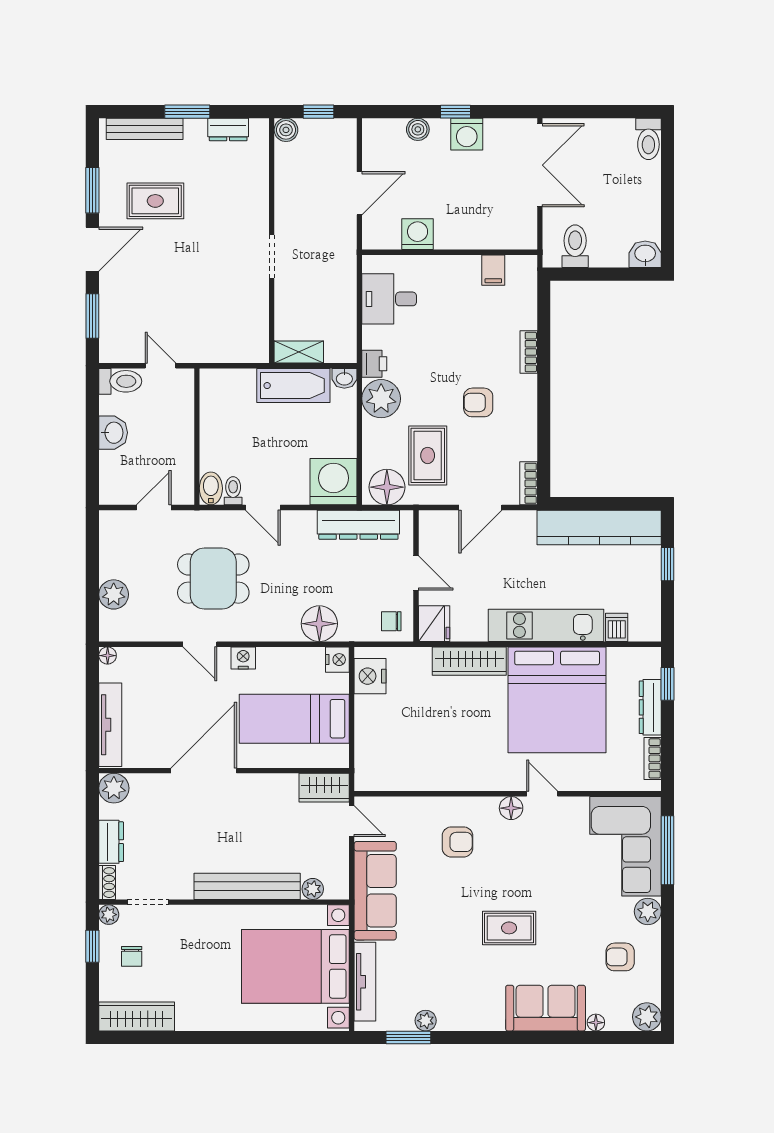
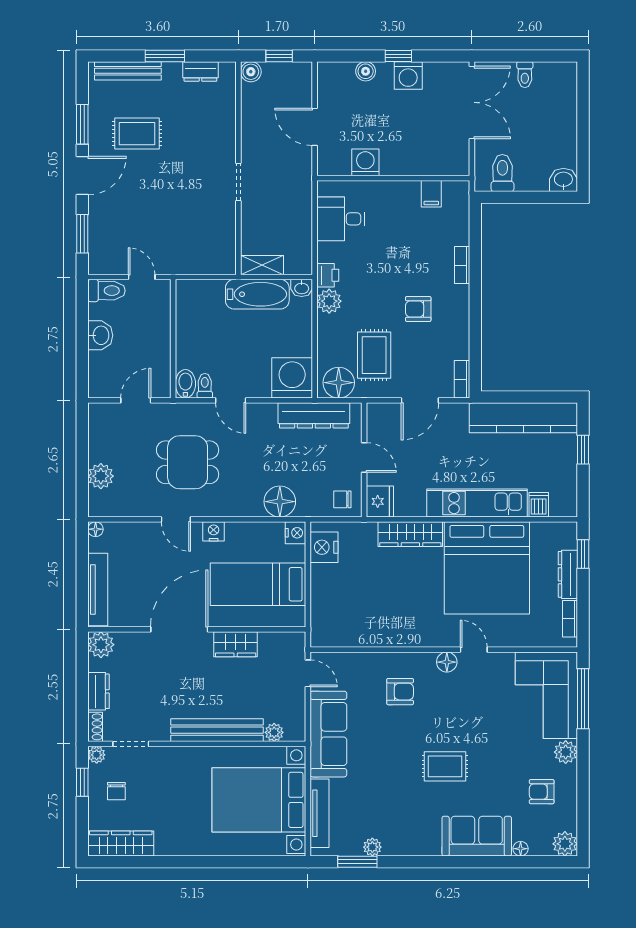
toilet: (648, 139) -> (525, 75), moved, width x0.73, depth x0.72
door: (359, 193) -> (315, 127), swing flipped
plant: (381, 399) -> (329, 301), width x0.73, depth x0.73
wardrobe: (324, 788) -> (236, 644), moved

